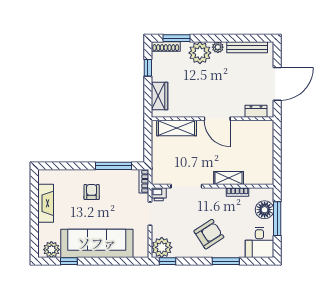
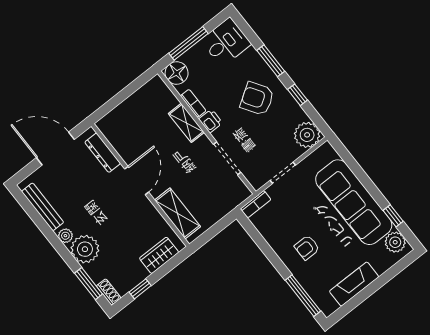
shoe rack: (166, 46) -> (109, 292), width x0.70
dresser: (256, 111) -> (103, 153), width x1.44
window: (113, 166) -> (303, 296), moved
printer: (159, 194) -> (211, 121), moved
floor lamp: (265, 210) -> (177, 73), moved
window: (167, 261) -> (298, 95), moved

